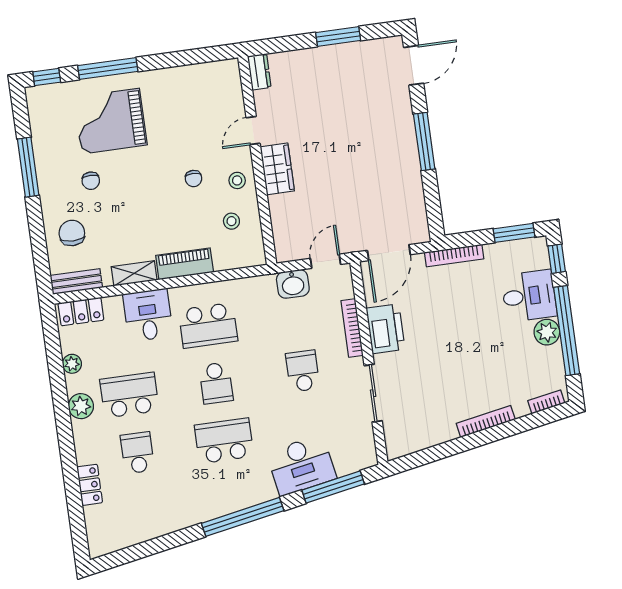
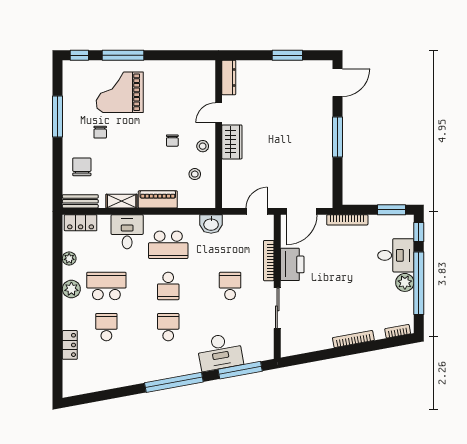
dresser: (259, 72) -> (229, 77), width x1.44
washbasin: (293, 284) -> (211, 224), moved
school desk: (224, 441) -> (168, 327), width x0.54

